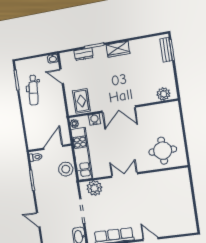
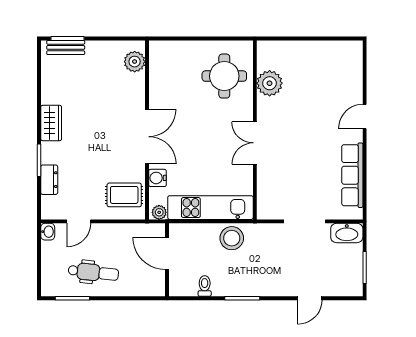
door: (53, 147) -> (167, 253), moved
wall: (50, 148) -> (167, 260), moved
plant: (94, 188) -> (270, 83), moved

